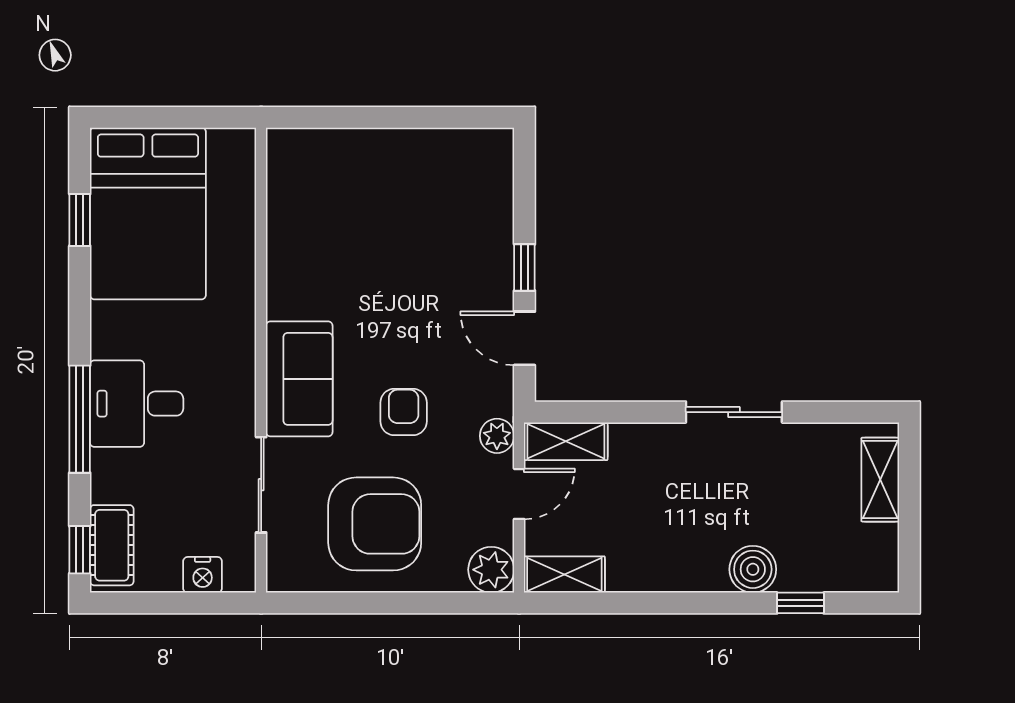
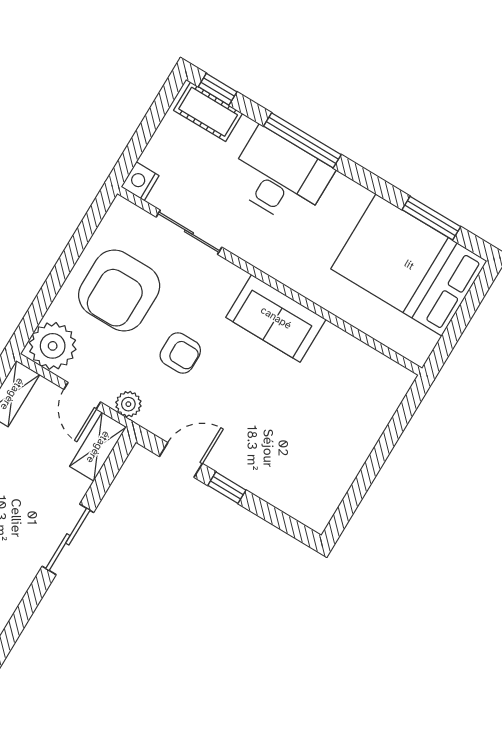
window: (80, 220) -> (431, 218), width x1.50
sofa: (299, 379) -> (276, 318), moved
desk: (137, 404) -> (280, 177), width x1.37
sliding door: (734, 412) -> (68, 539), moved
plant: (491, 570) -> (53, 346), width x1.36, depth x1.36
nightstand: (203, 575) -> (140, 181), moved

